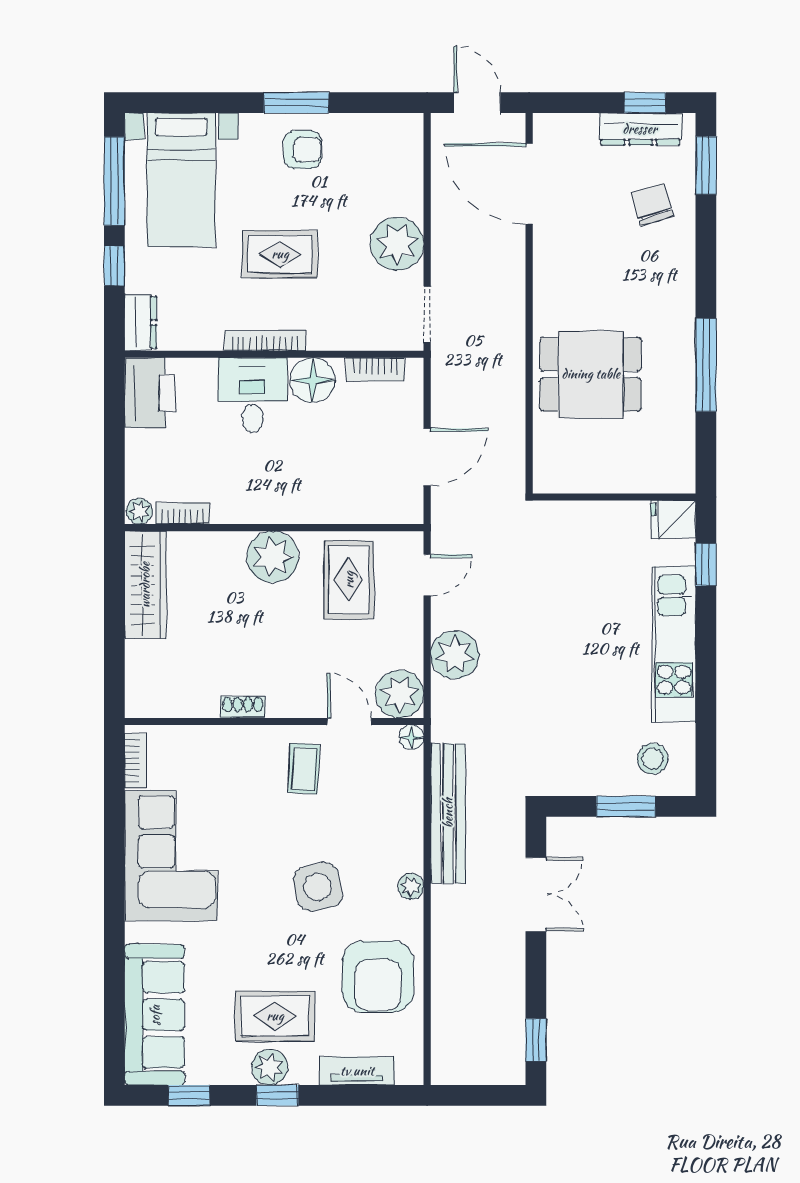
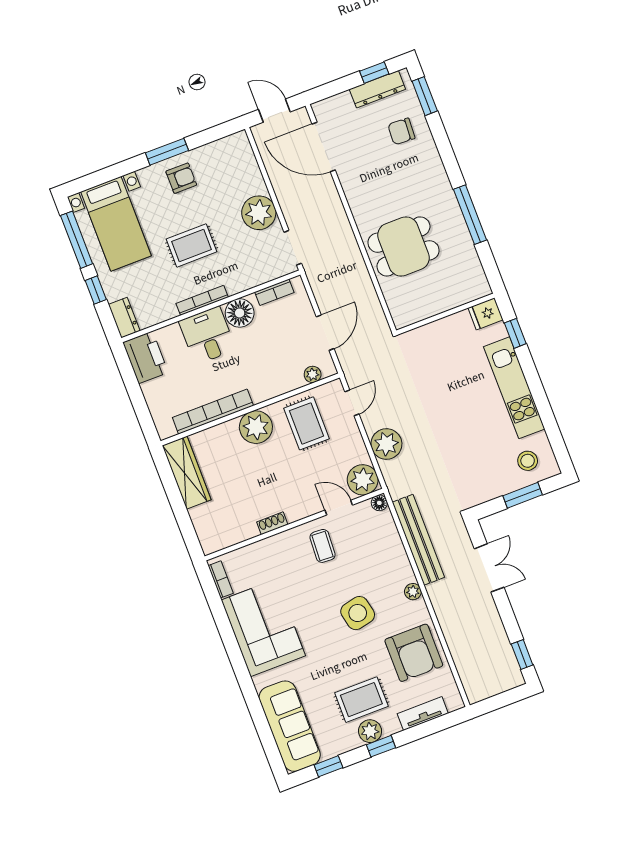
chair: (652, 204) -> (401, 131), turned -70
plant: (140, 511) -> (313, 374), moved
bookcase: (182, 513) -> (213, 412), width x2.31, depth x1.31

